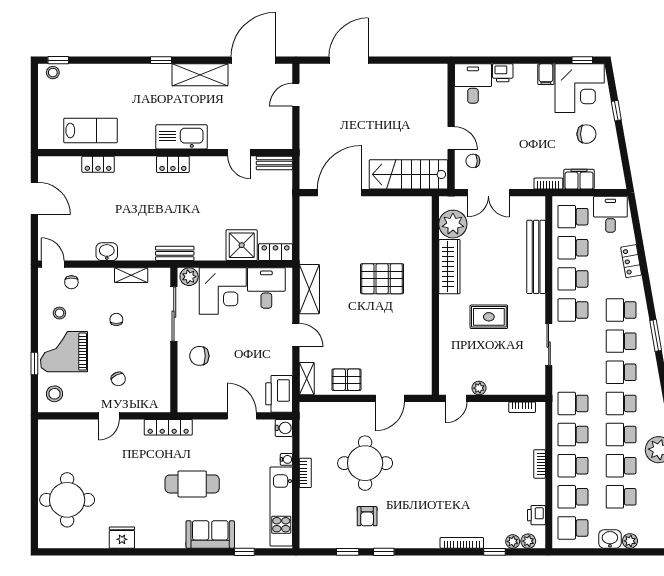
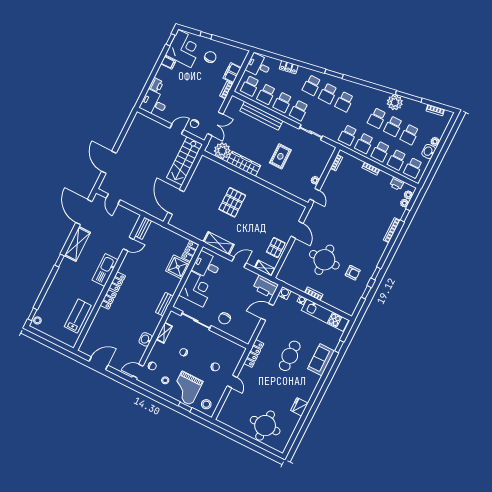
locker: (98, 164) -> (108, 299), moved
plant: (189, 277) -> (180, 303), removed
school desk: (621, 403) -> (361, 110), removed

